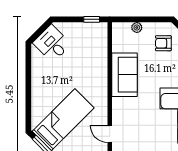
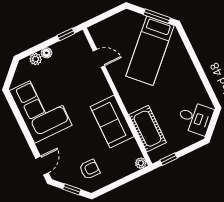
plant: (137, 28) -> (141, 163), moved
cot: (97, 54) -> (148, 129), added

